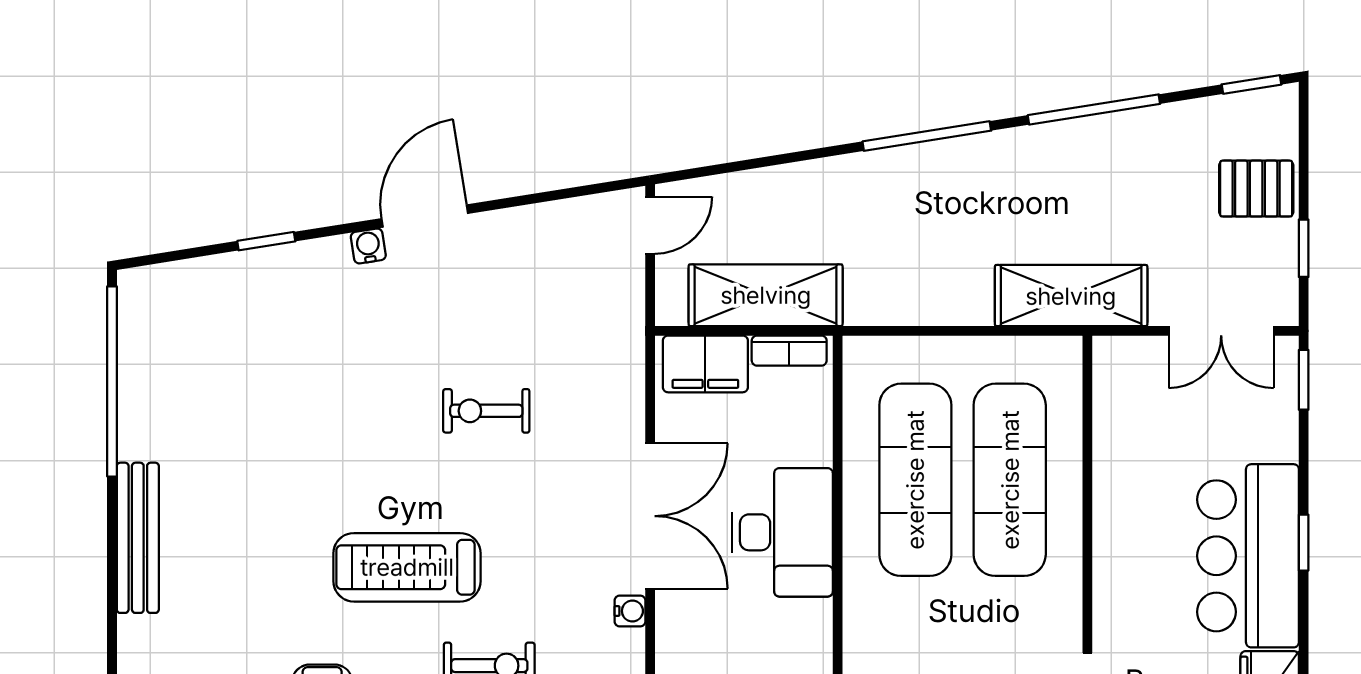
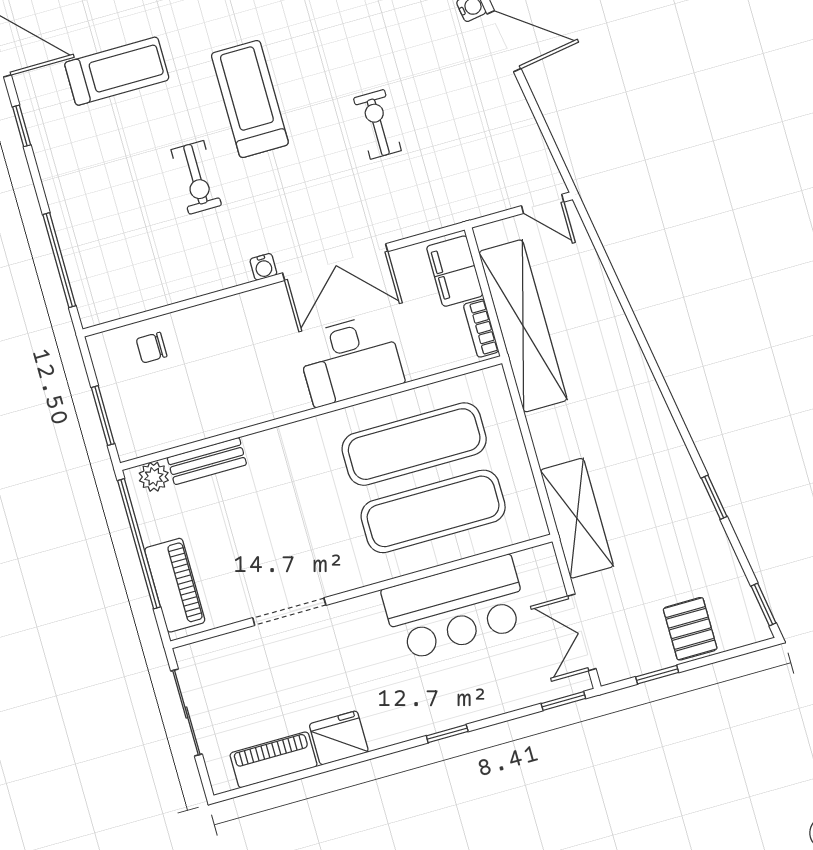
window: (1094, 110) -> (714, 497), width x0.46
window: (927, 136) -> (662, 383), removed
shelving: (766, 295) -> (523, 326), width x1.47
bar counter: (1248, 556) -> (455, 608), moved, turned 180

